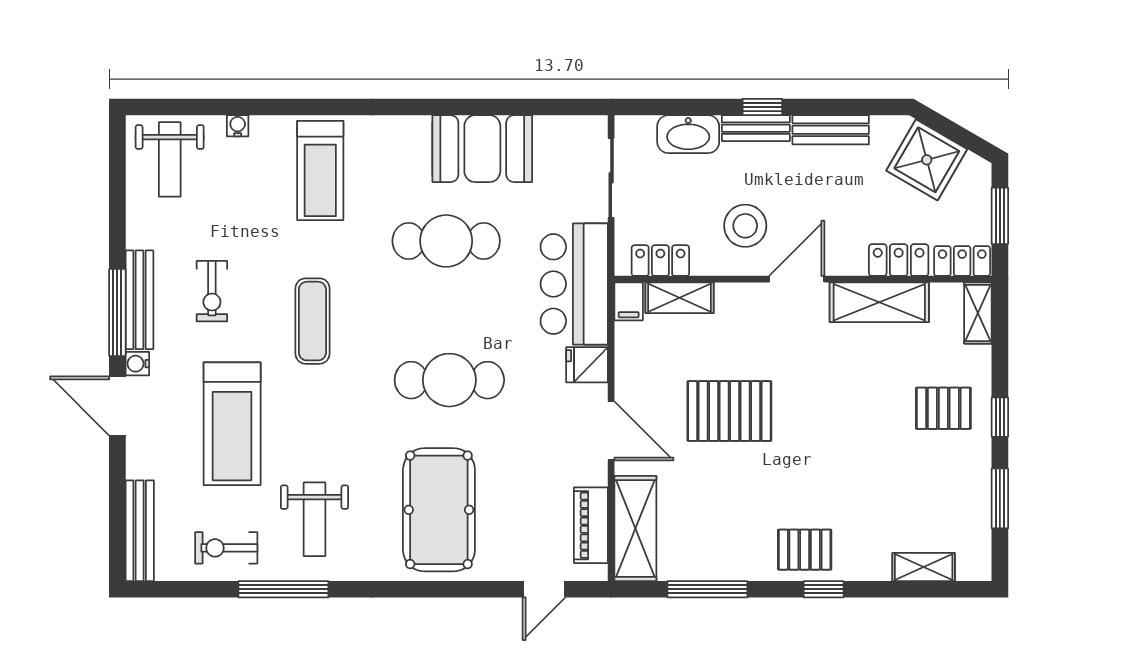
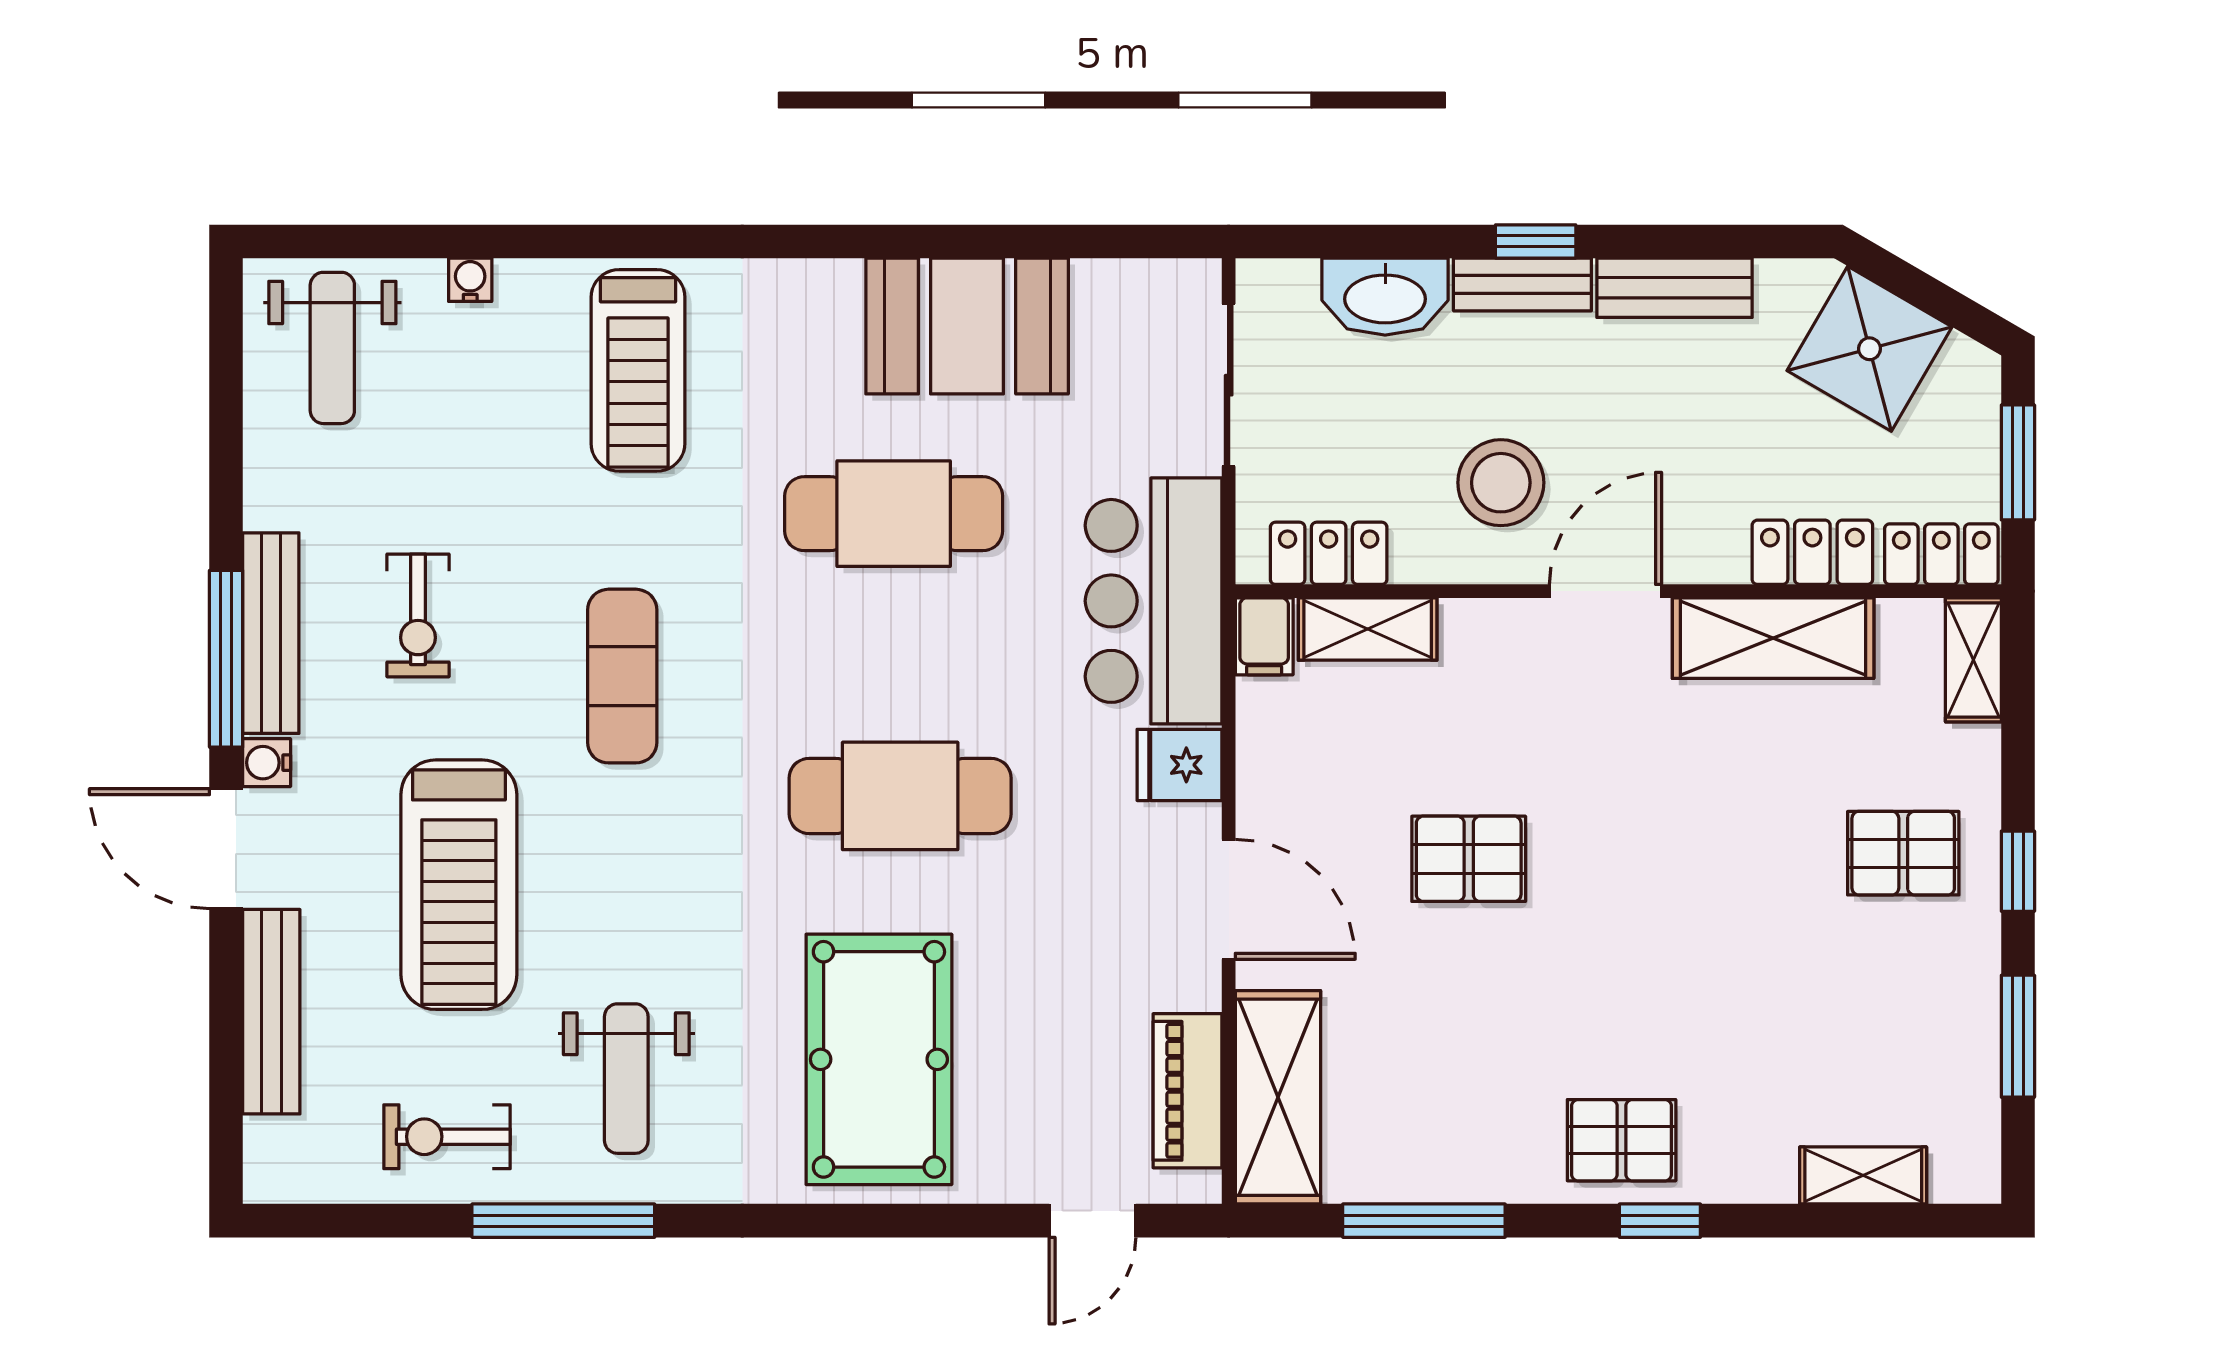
pallet: (729, 411) -> (1469, 859), width x0.67, depth x0.71
bench: (140, 531) -> (271, 1012), moved

